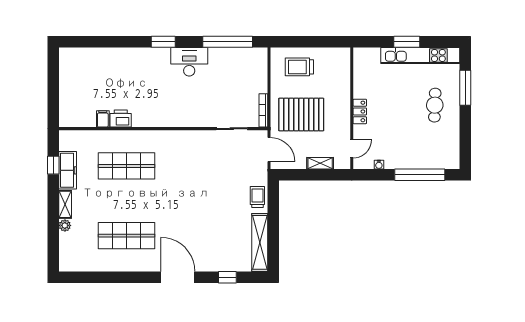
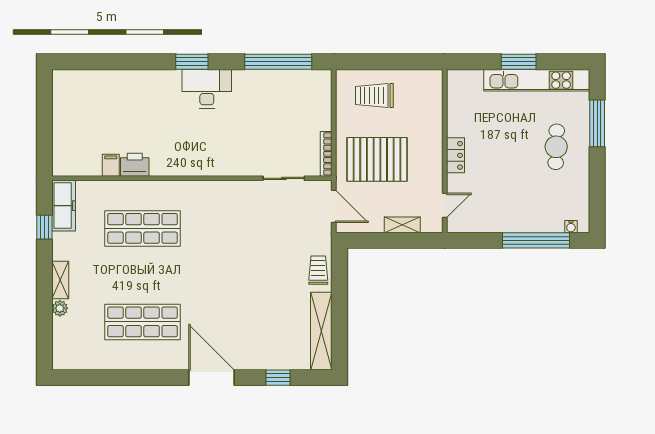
desk: (189, 62) -> (207, 89), moved
water cooler: (379, 165) -> (571, 227), moved
freezer: (68, 170) -> (64, 206), moved

